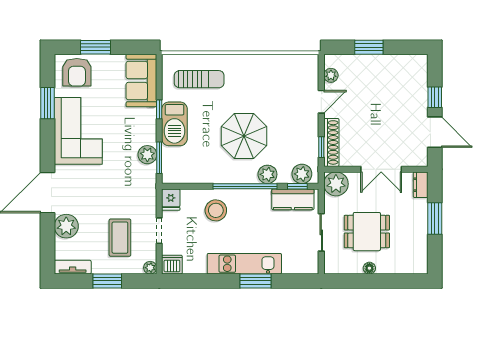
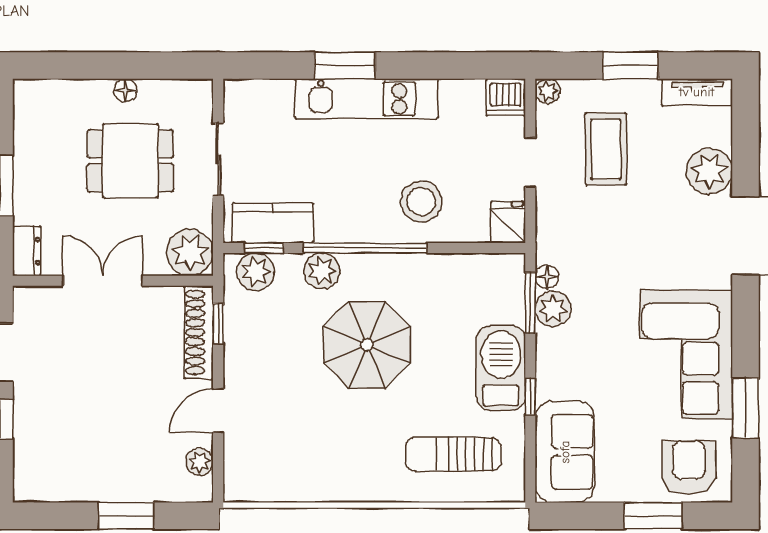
floor lamp: (151, 171) -> (547, 277), added

